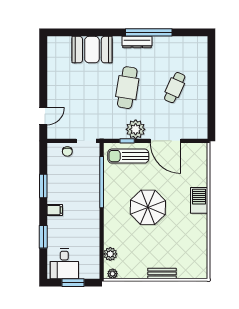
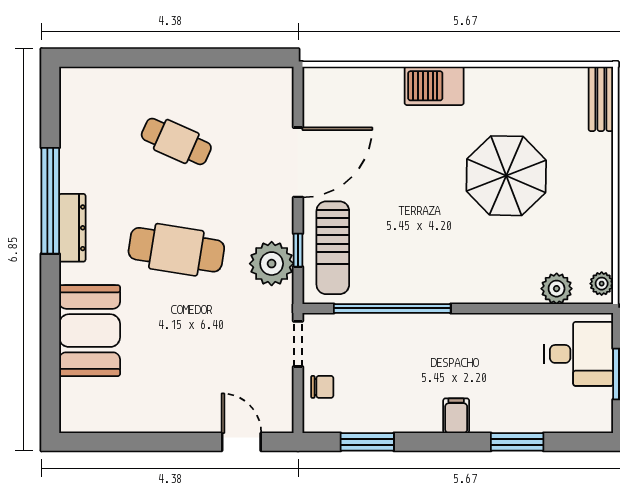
plant: (136, 129) -> (272, 264), moved
window: (43, 186) -> (367, 442), moved
parasol: (148, 207) -> (506, 176), moved
desk: (64, 264) -> (579, 354), moved
bench: (162, 273) -> (601, 99), moved

